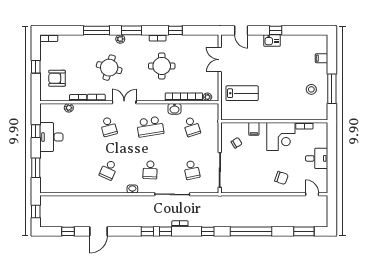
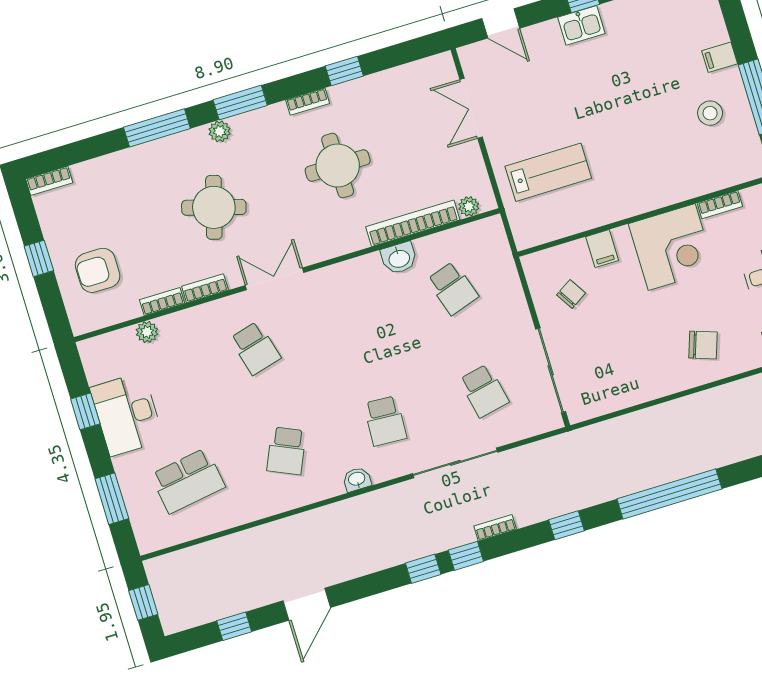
filing cabinet: (322, 58) -> (720, 57), moved
school desk: (150, 127) -> (188, 481), moved

